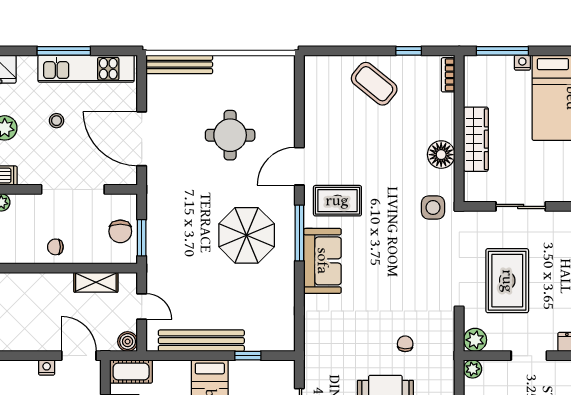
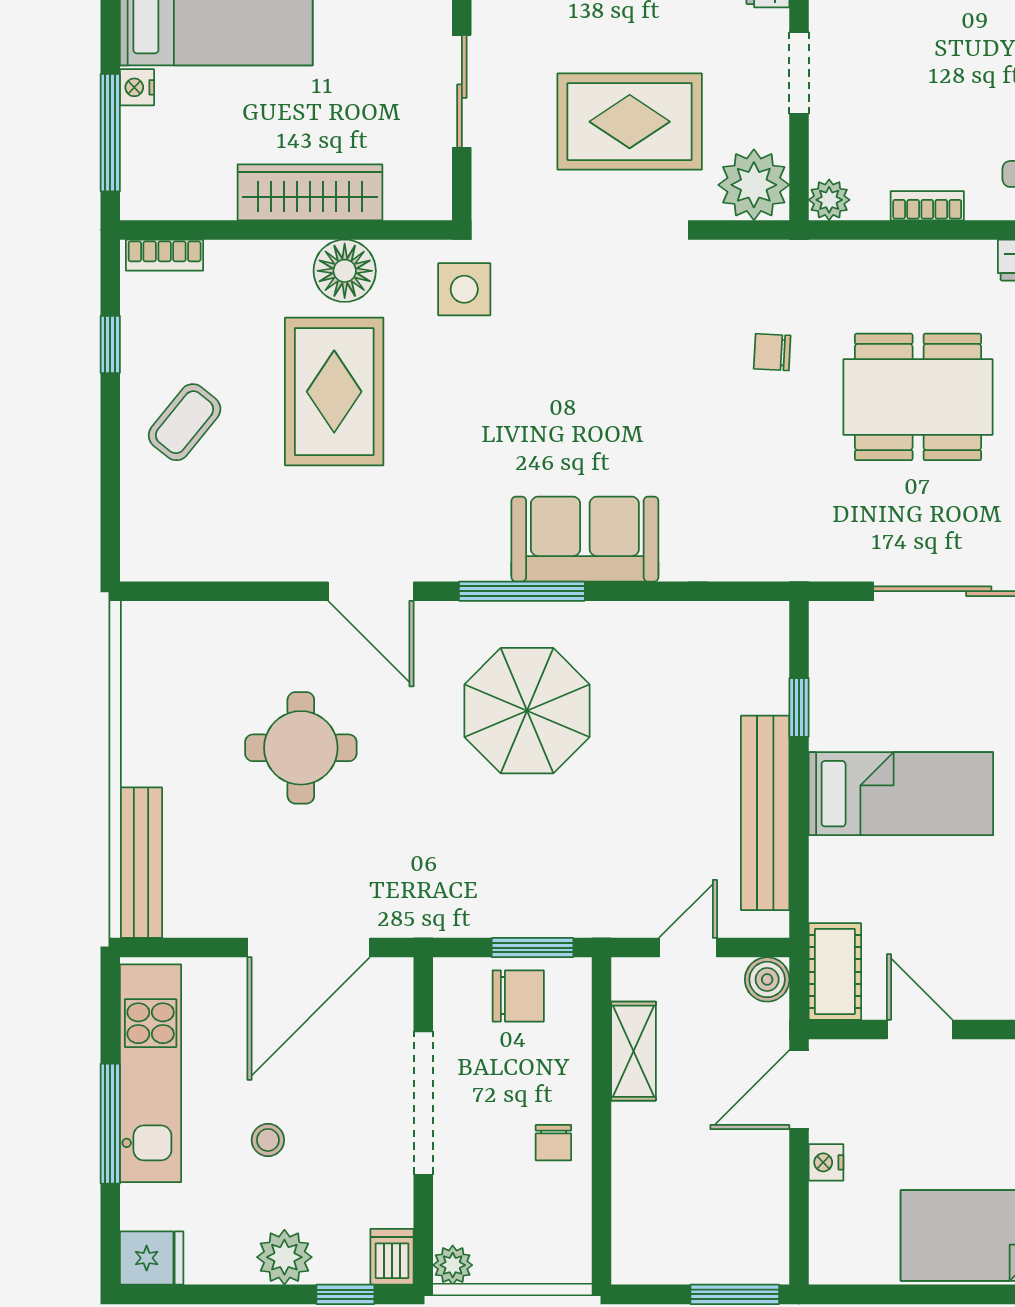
coffee table: (374, 84) -> (185, 422), width x0.73, depth x0.77
rug: (337, 201) -> (334, 392), moved, width x1.36, depth x1.43
plant: (475, 340) -> (754, 185), width x1.36, depth x1.36

